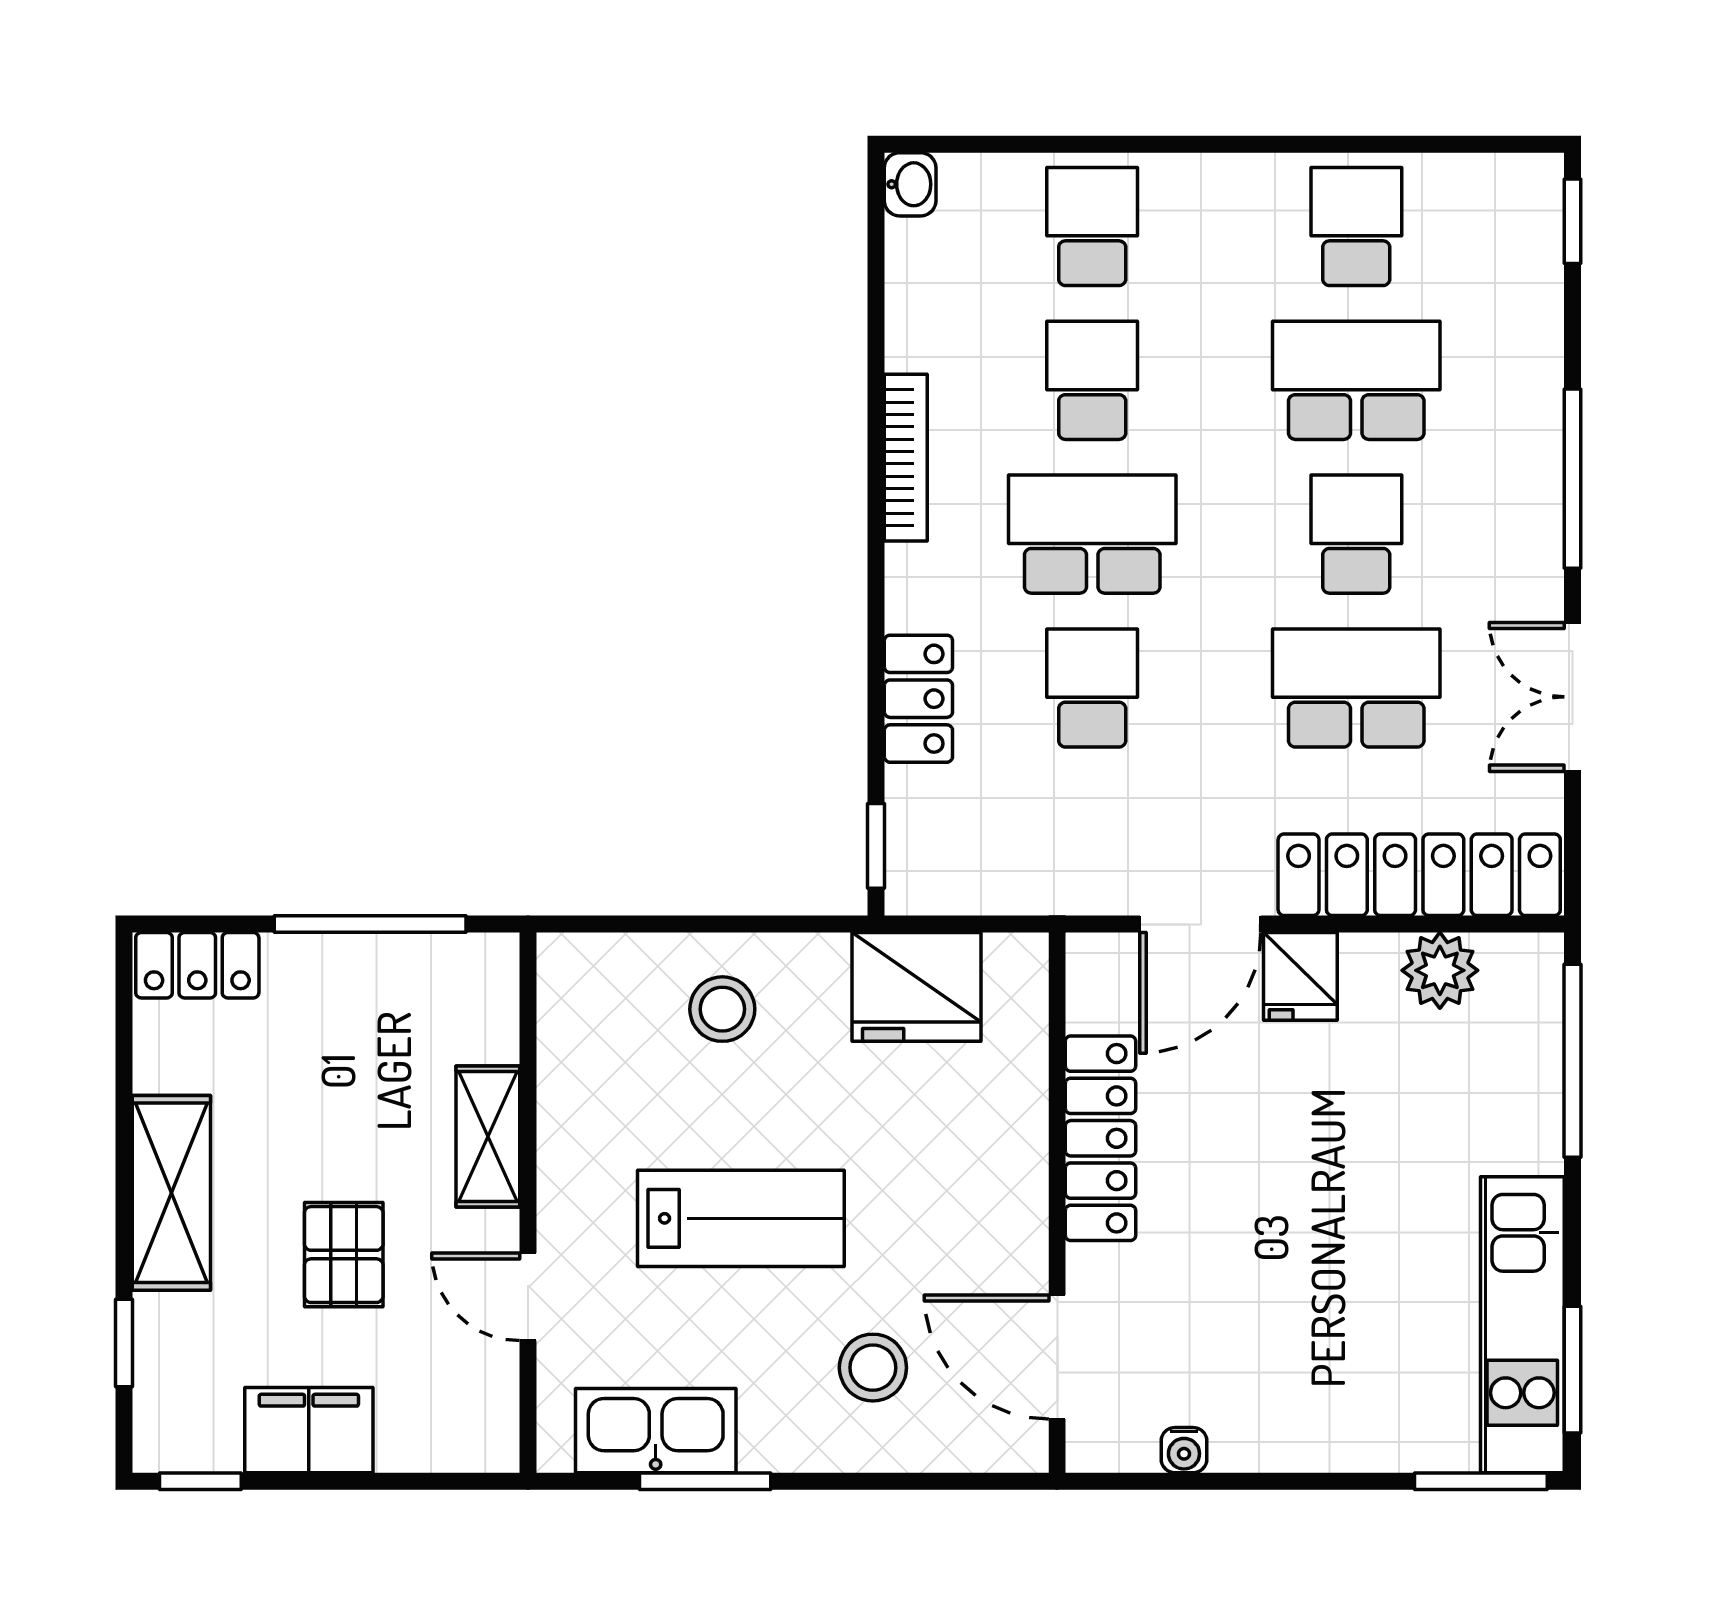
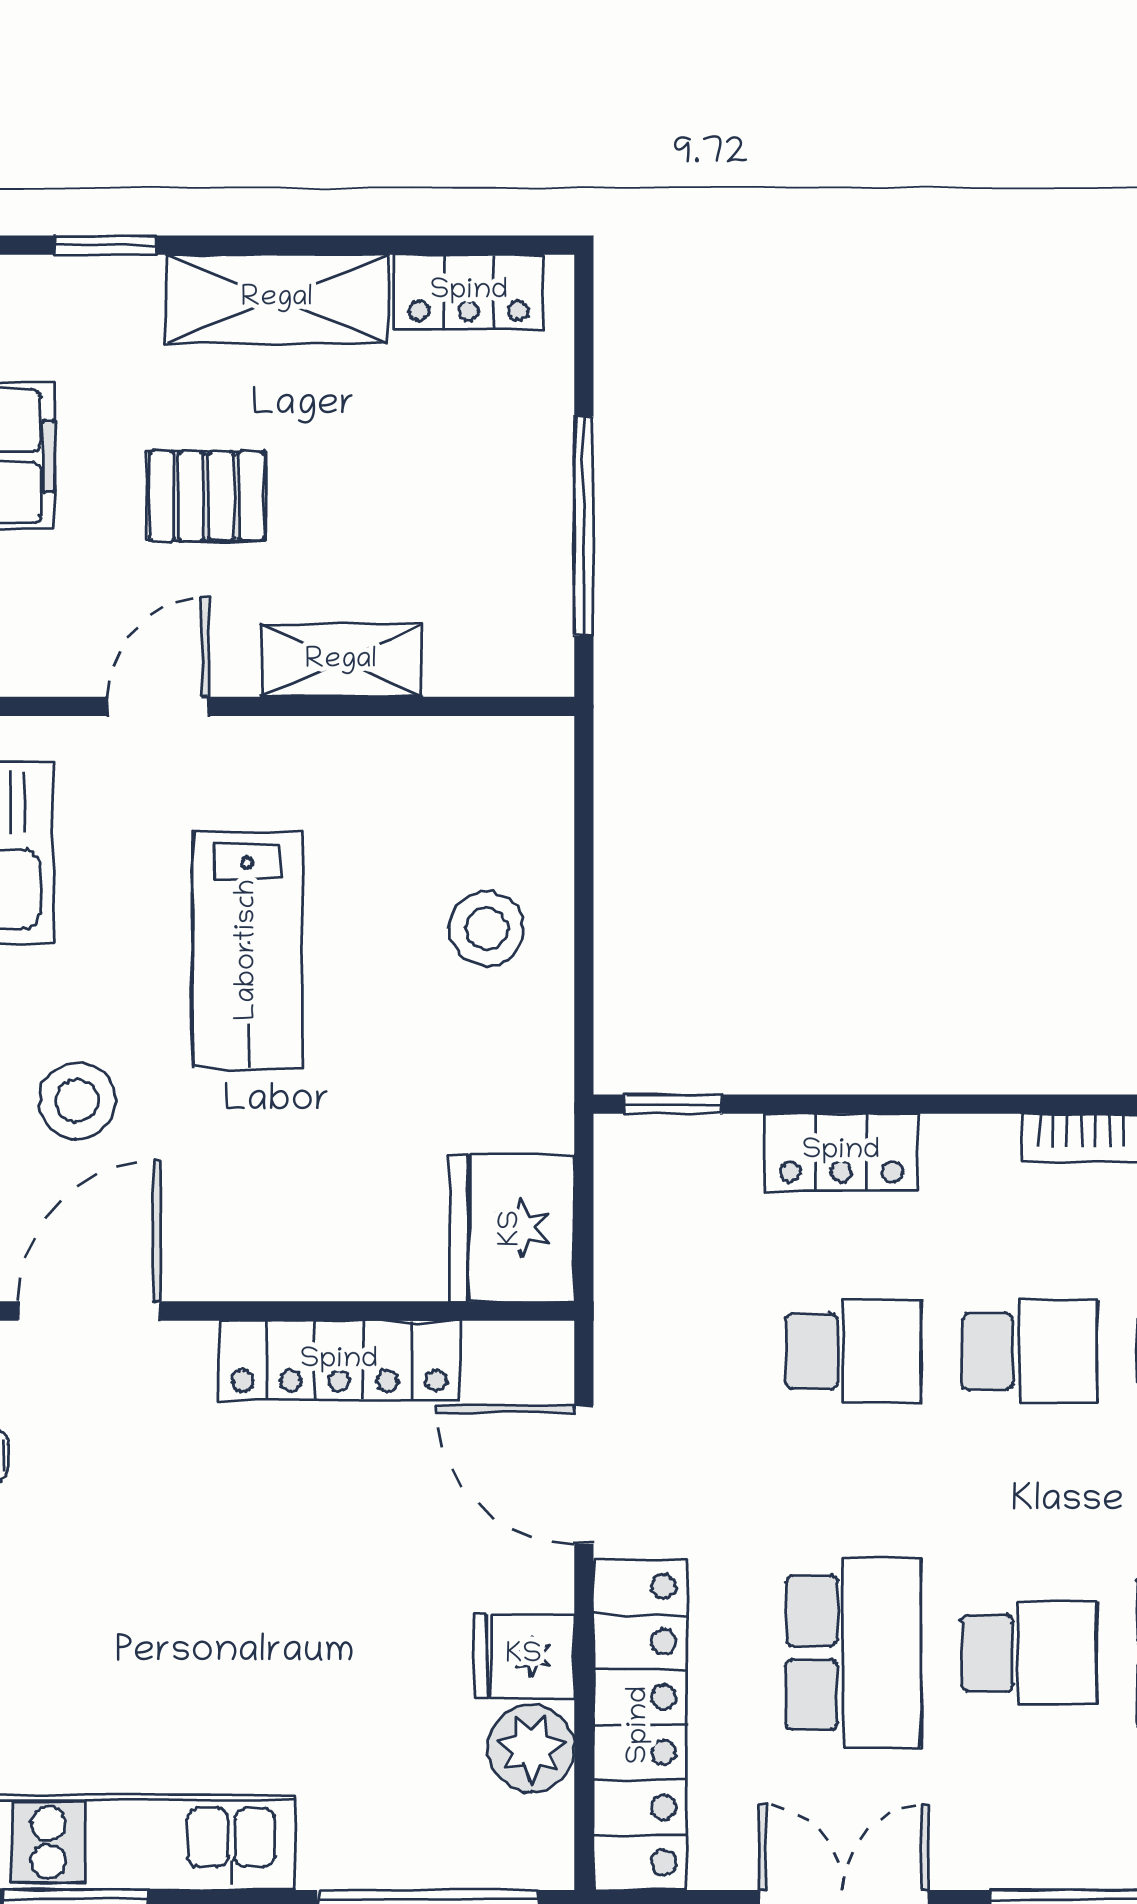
school desk: (1092, 534) -> (1029, 1351), width x0.54
locker: (197, 965) -> (469, 292), moved, turned -90
fridge: (1300, 976) -> (524, 1656), moved
fridge: (917, 987) -> (512, 1228), moved

